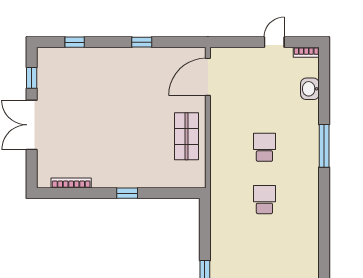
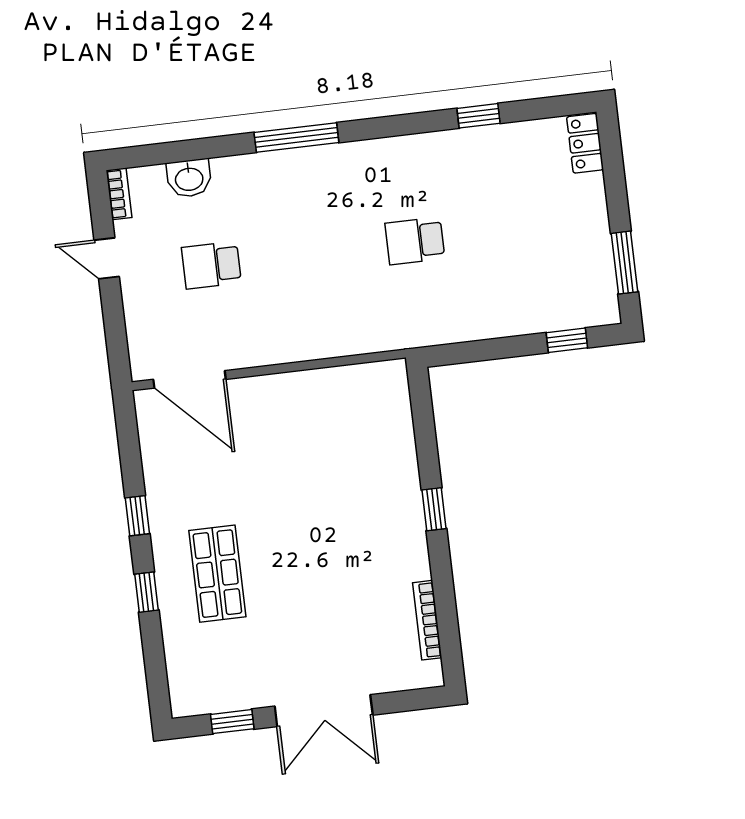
window: (75, 42) -> (146, 592), moved
shop shelf: (186, 136) -> (217, 574), moved, turned 90
school desk: (264, 147) -> (211, 265), moved
window: (324, 239) -> (478, 116), added

